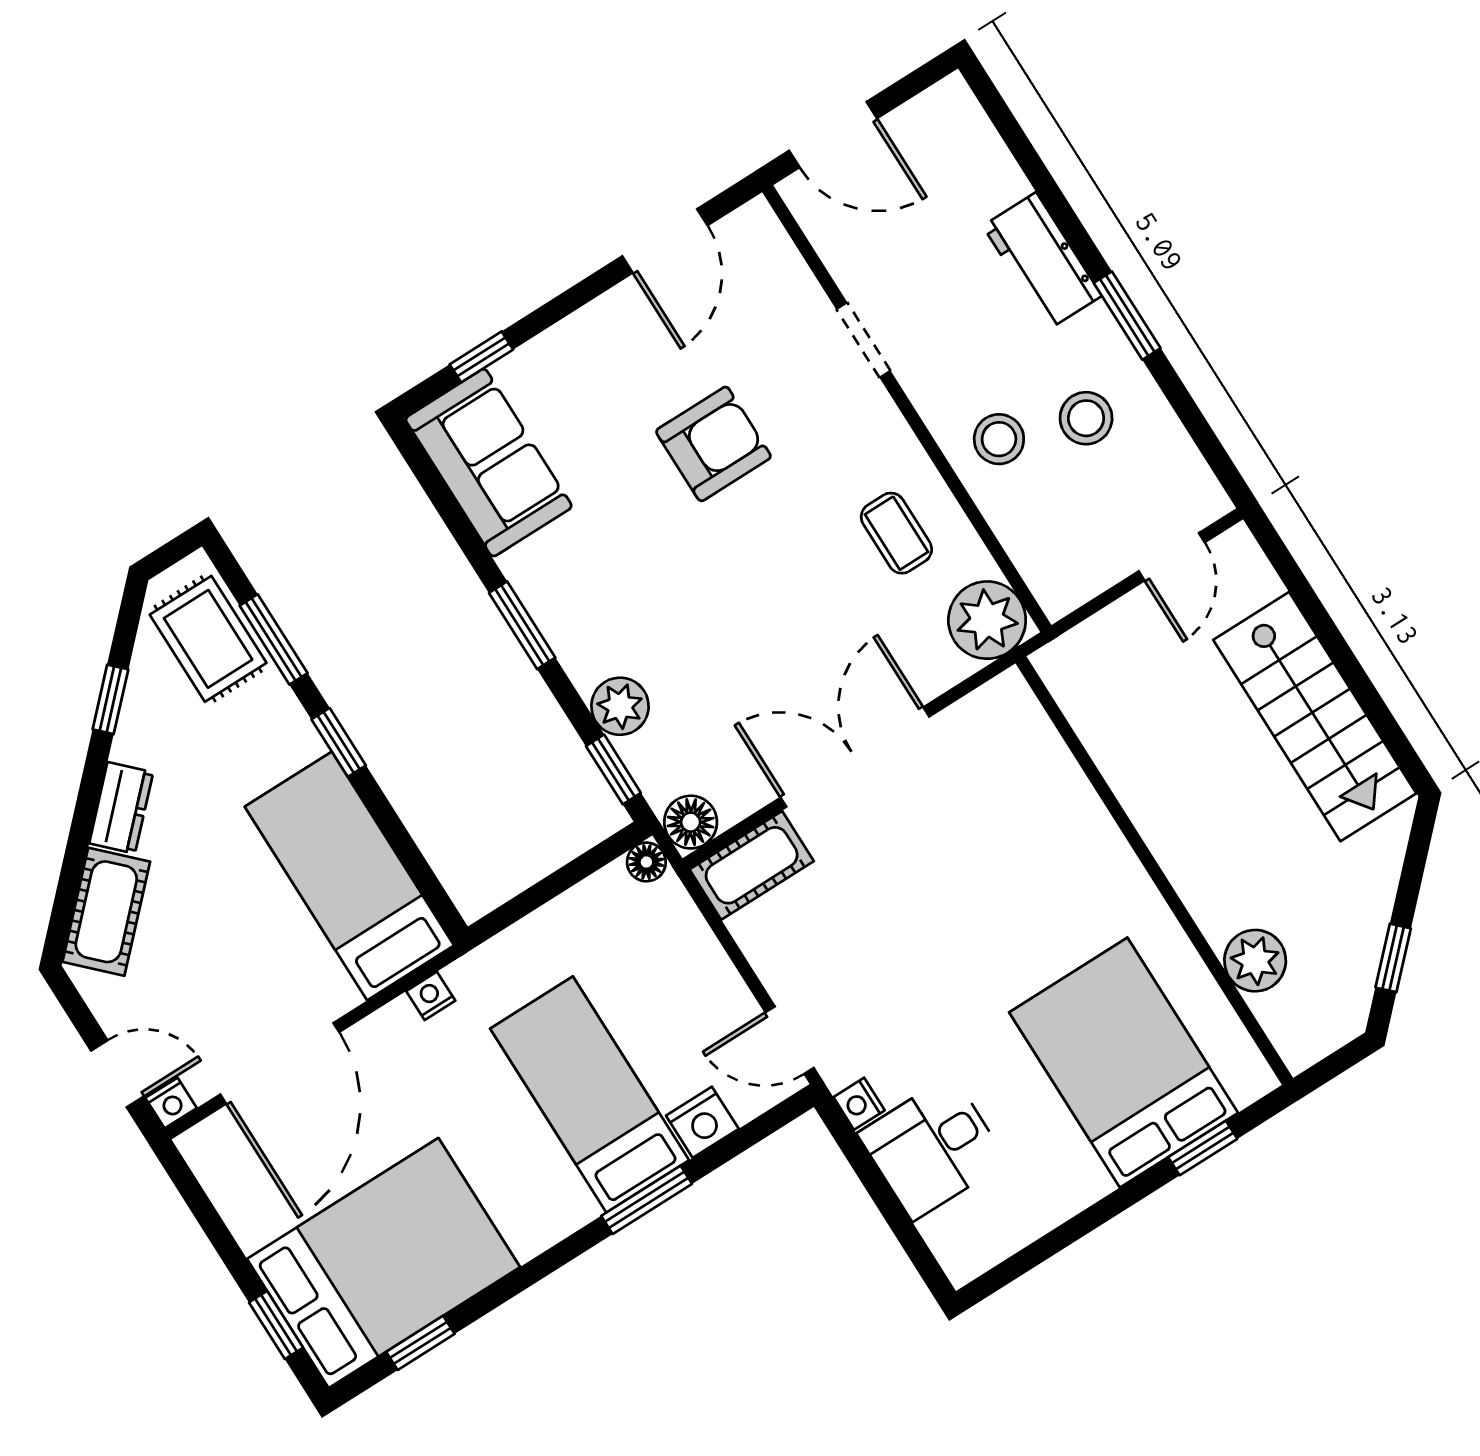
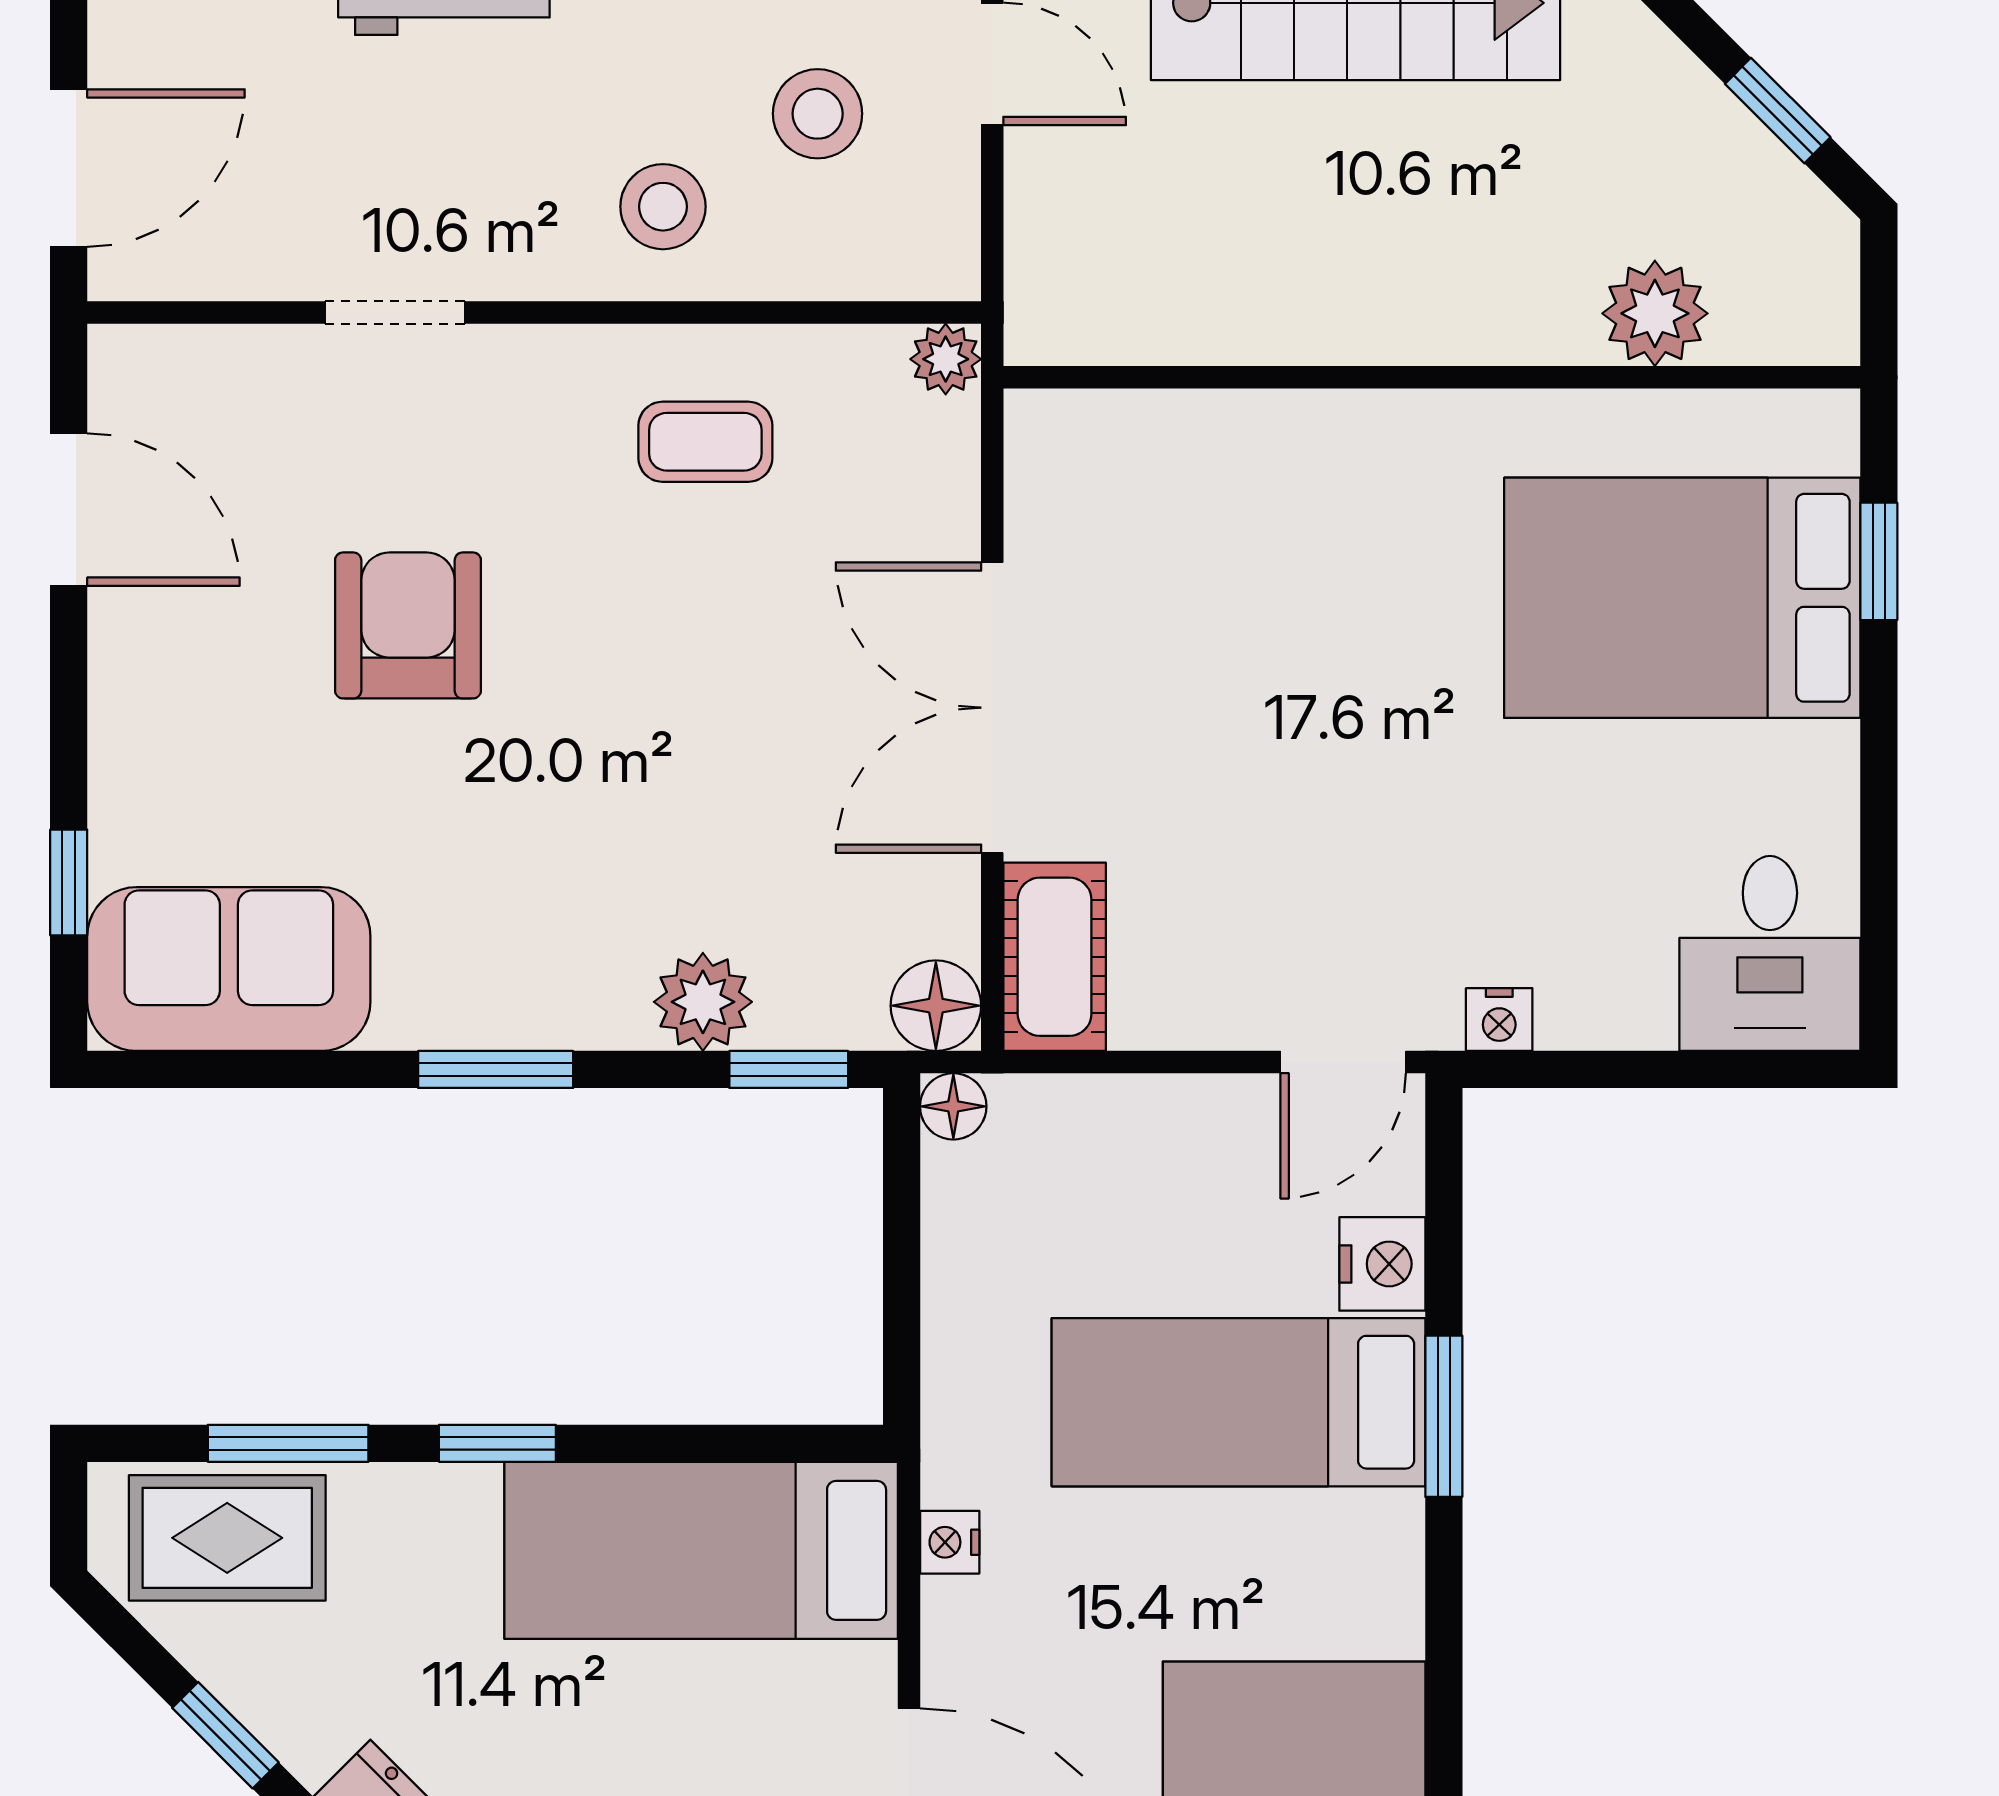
stool: (1086, 418) -> (818, 114), moved
plant: (987, 620) -> (946, 359), width x0.53, depth x0.53
desk: (932, 1148) -> (1770, 953), moved

